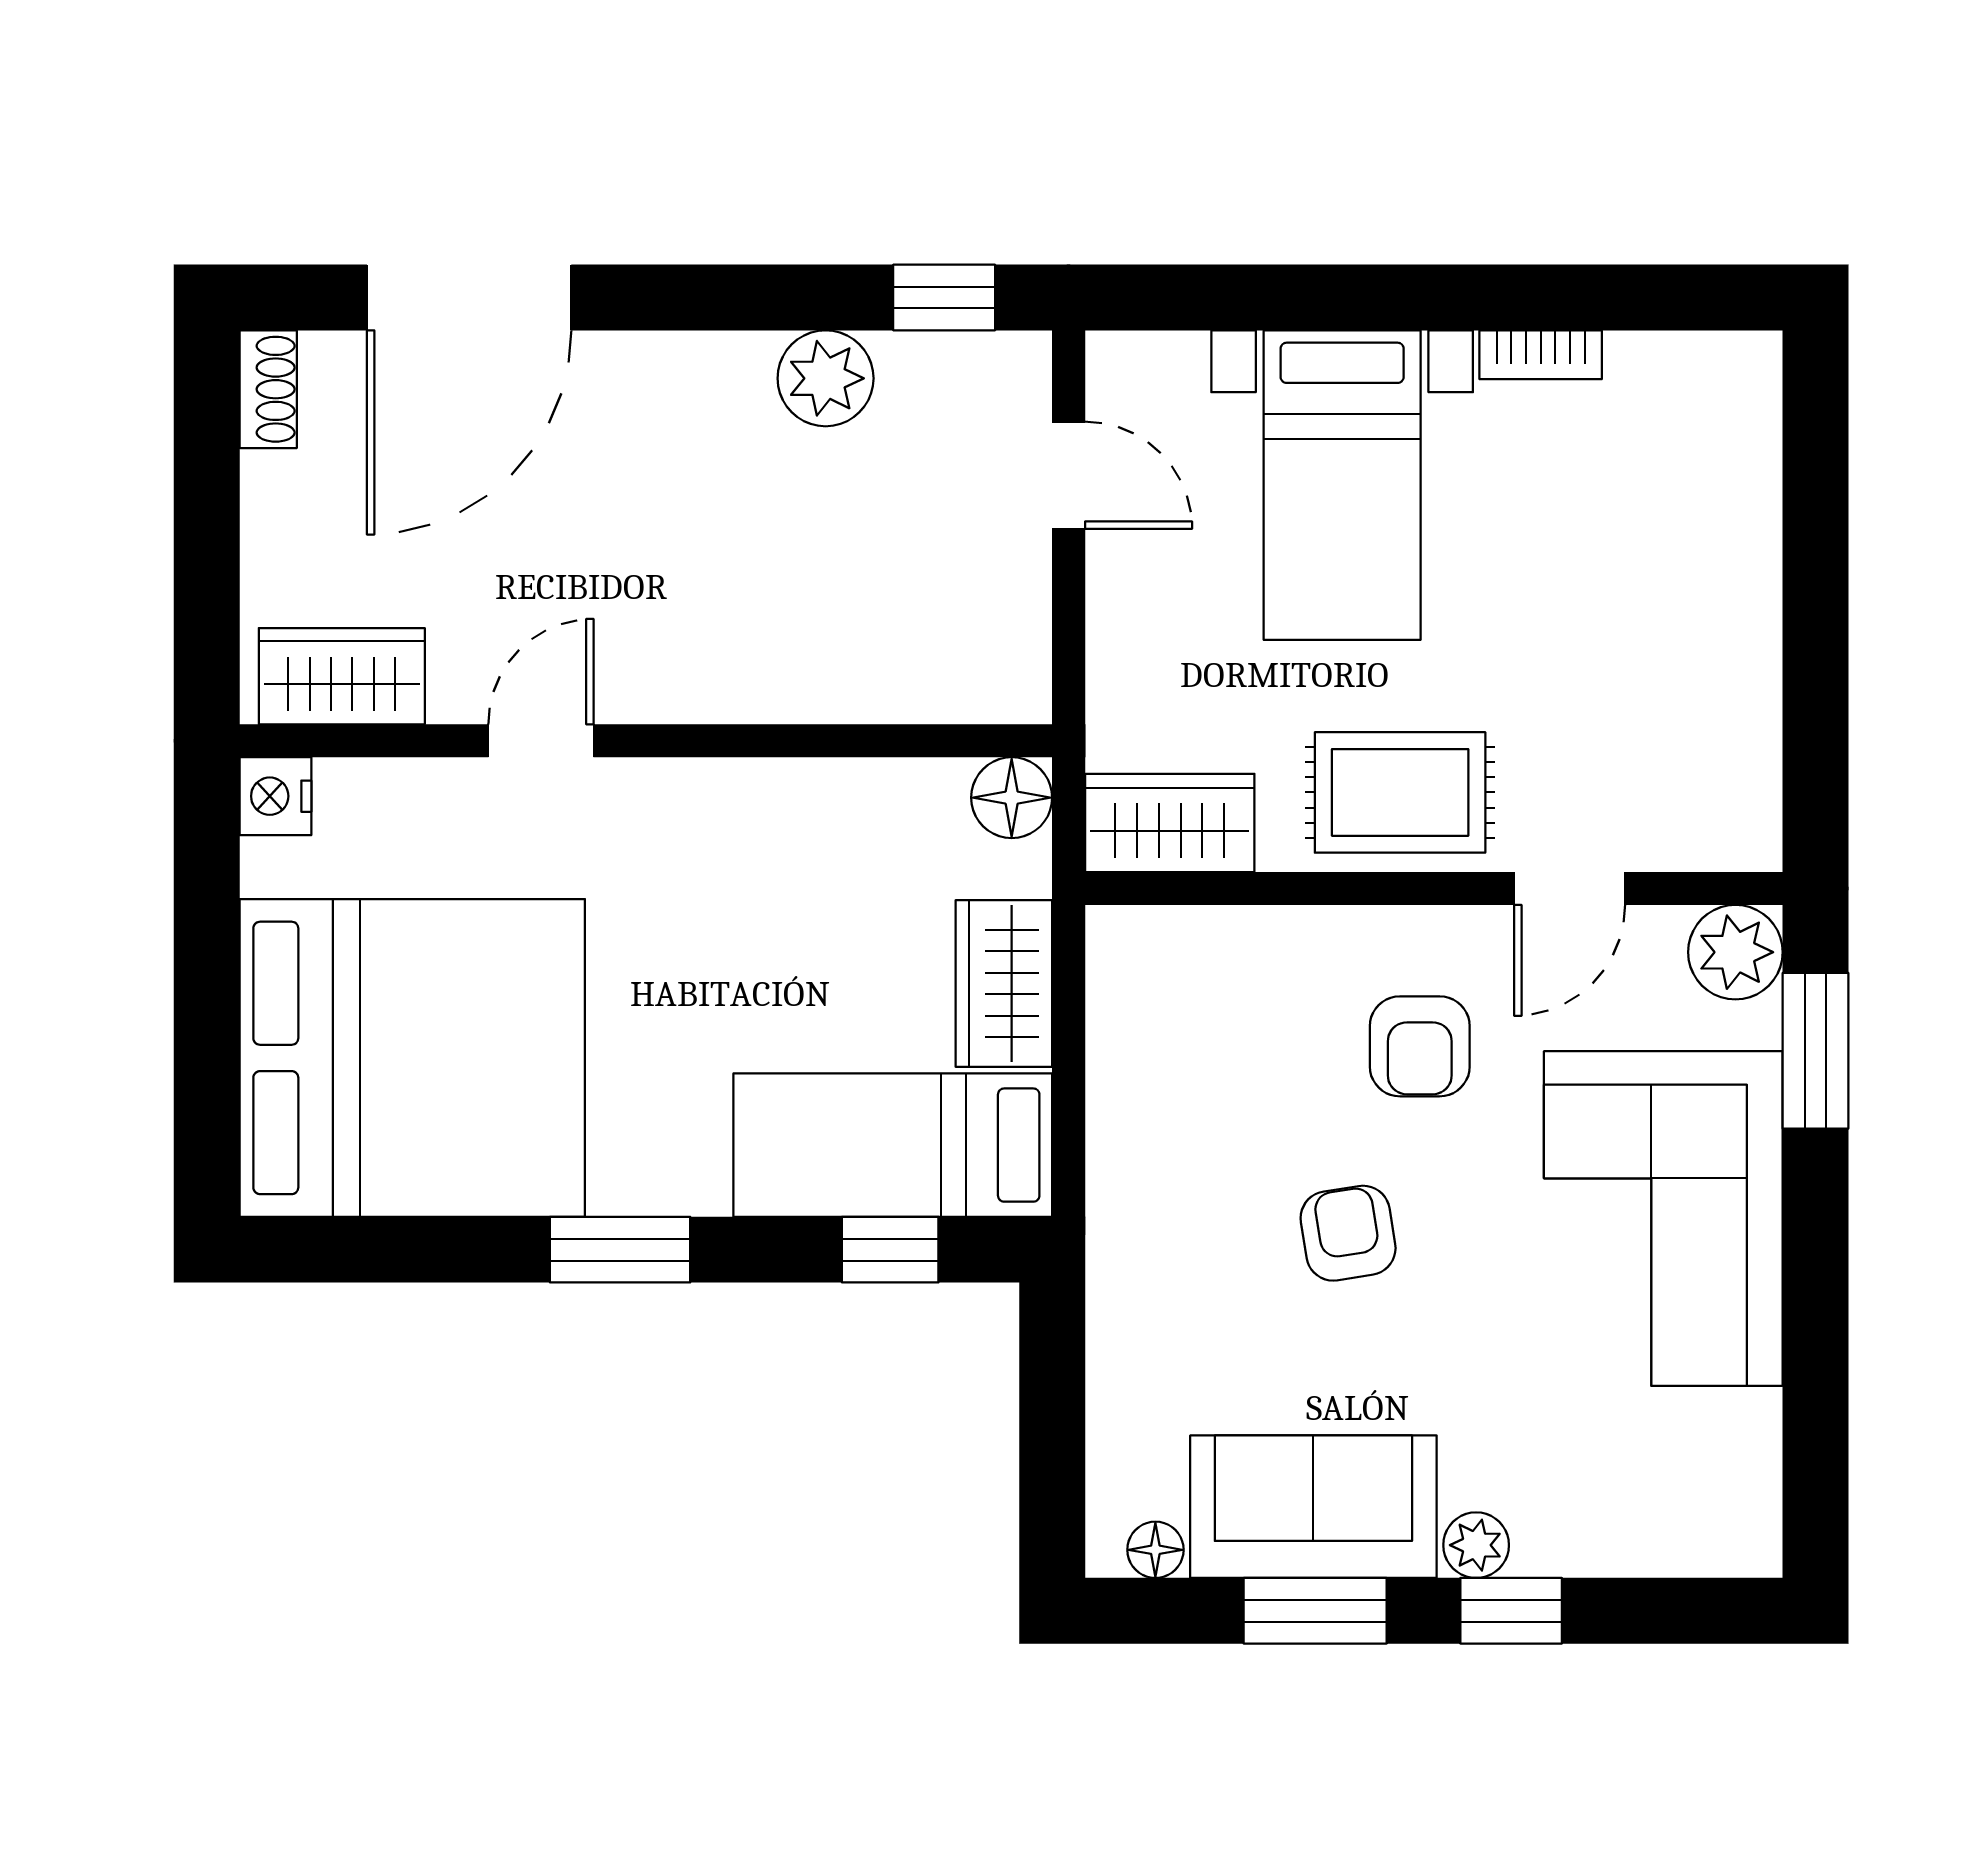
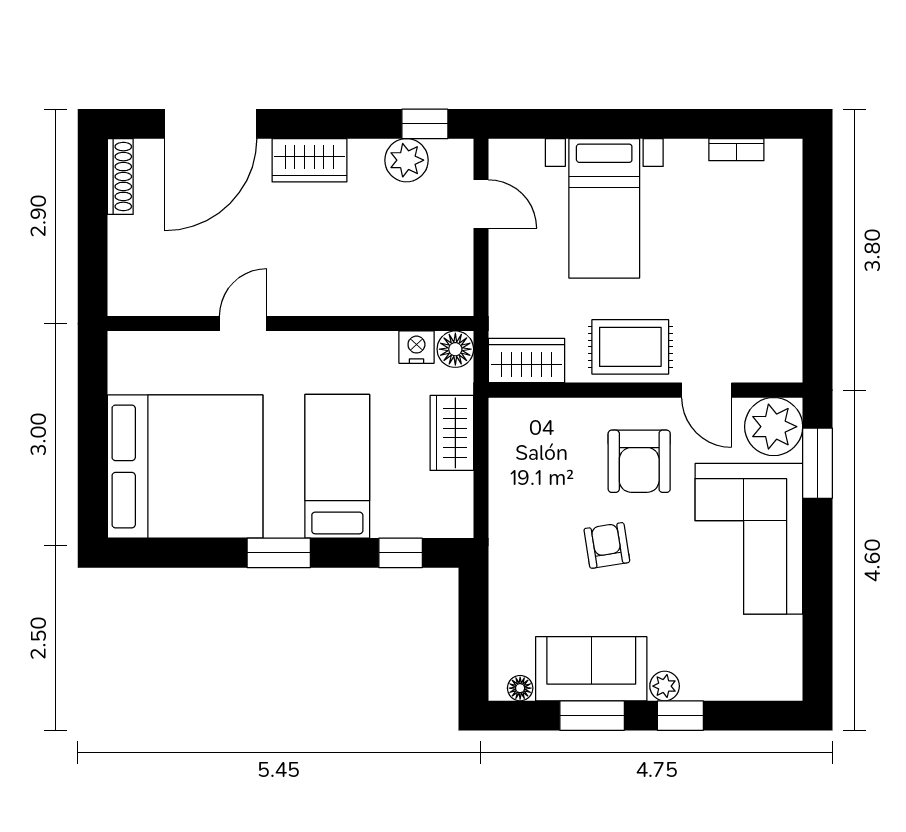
bookcase: (1541, 355) -> (736, 150), moved
plant: (826, 378) -> (407, 160), moved
shoe rack: (268, 389) -> (120, 177), width x1.43
wardrobe: (342, 676) -> (309, 160), moved, turned 180
nightstand: (275, 796) -> (416, 347), moved, turned 90
door: (1570, 888) -> (707, 390), hinge flipped
plant: (1735, 952) -> (774, 427), width x1.36, depth x1.36
armchair: (1420, 1046) -> (639, 461), width x1.38, depth x1.38
bed: (893, 1145) -> (337, 466), moved, turned 90

